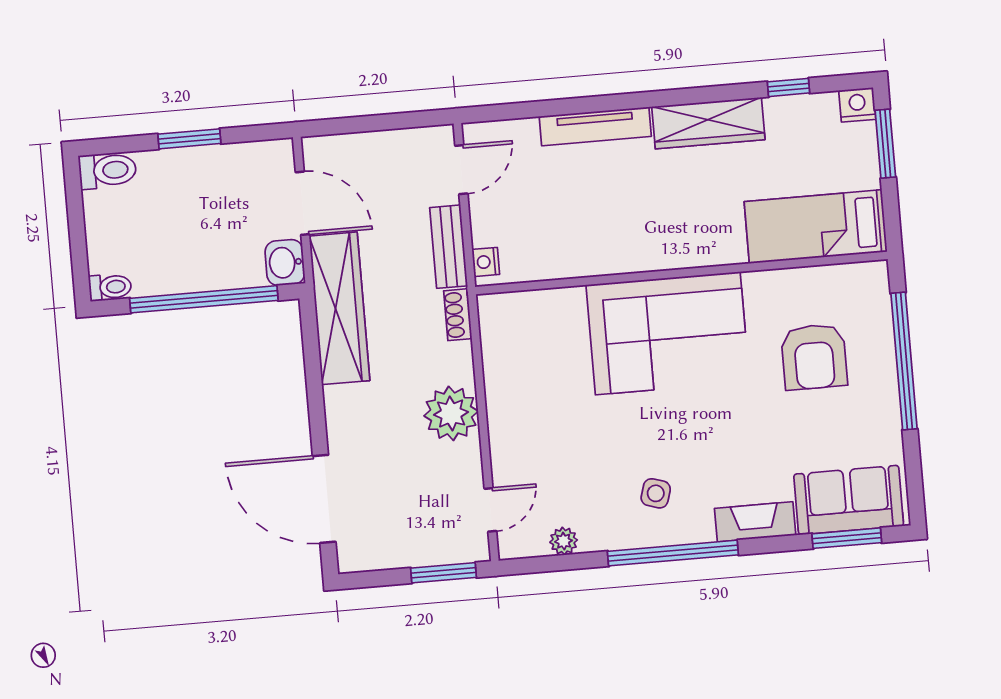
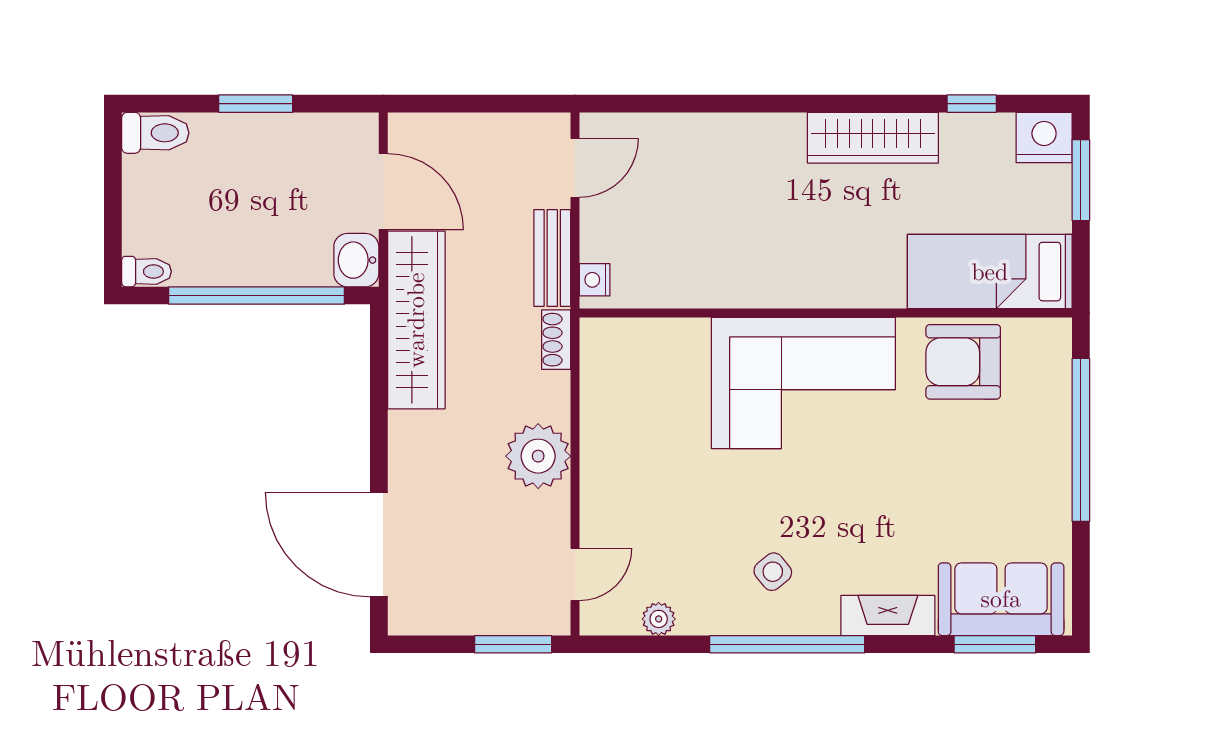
nightstand: (857, 105) -> (1044, 138), width x1.36, depth x1.33
tv unit: (595, 126) -> (738, 130), removed
armchair: (814, 357) -> (963, 362), moved, turned 90
side table: (656, 493) -> (773, 572), turned 34

